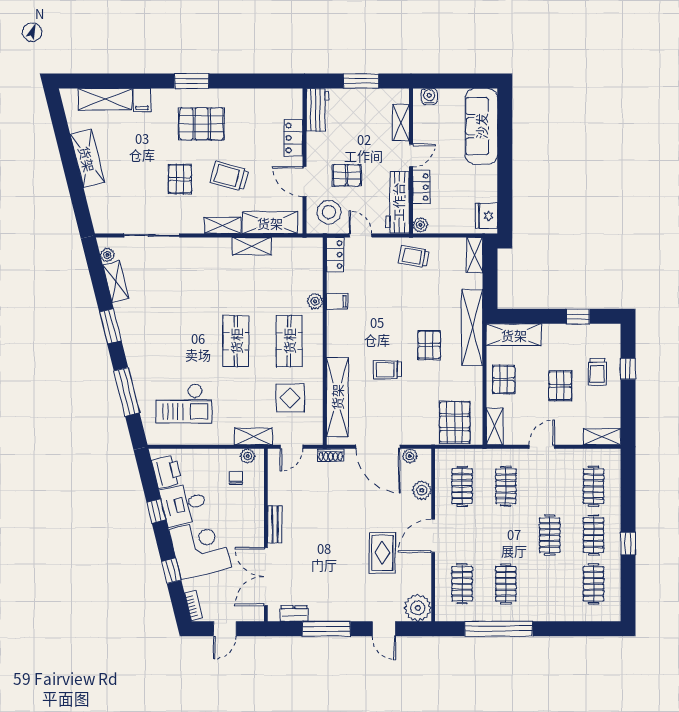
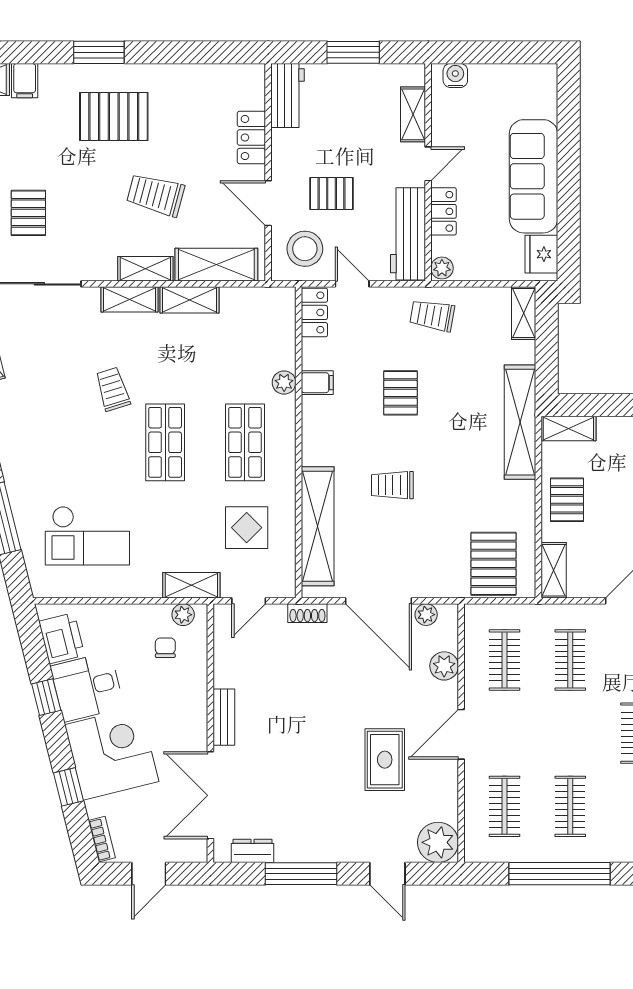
sofa: (481, 126) -> (533, 176), moved
pallet: (180, 179) -> (28, 213), moved
shelving: (212, 246) -> (130, 299), added
trolley: (201, 306) -> (113, 389), added
shelving: (514, 335) -> (568, 428), width x0.67, depth x0.75
pallet: (429, 345) -> (400, 393), moved

